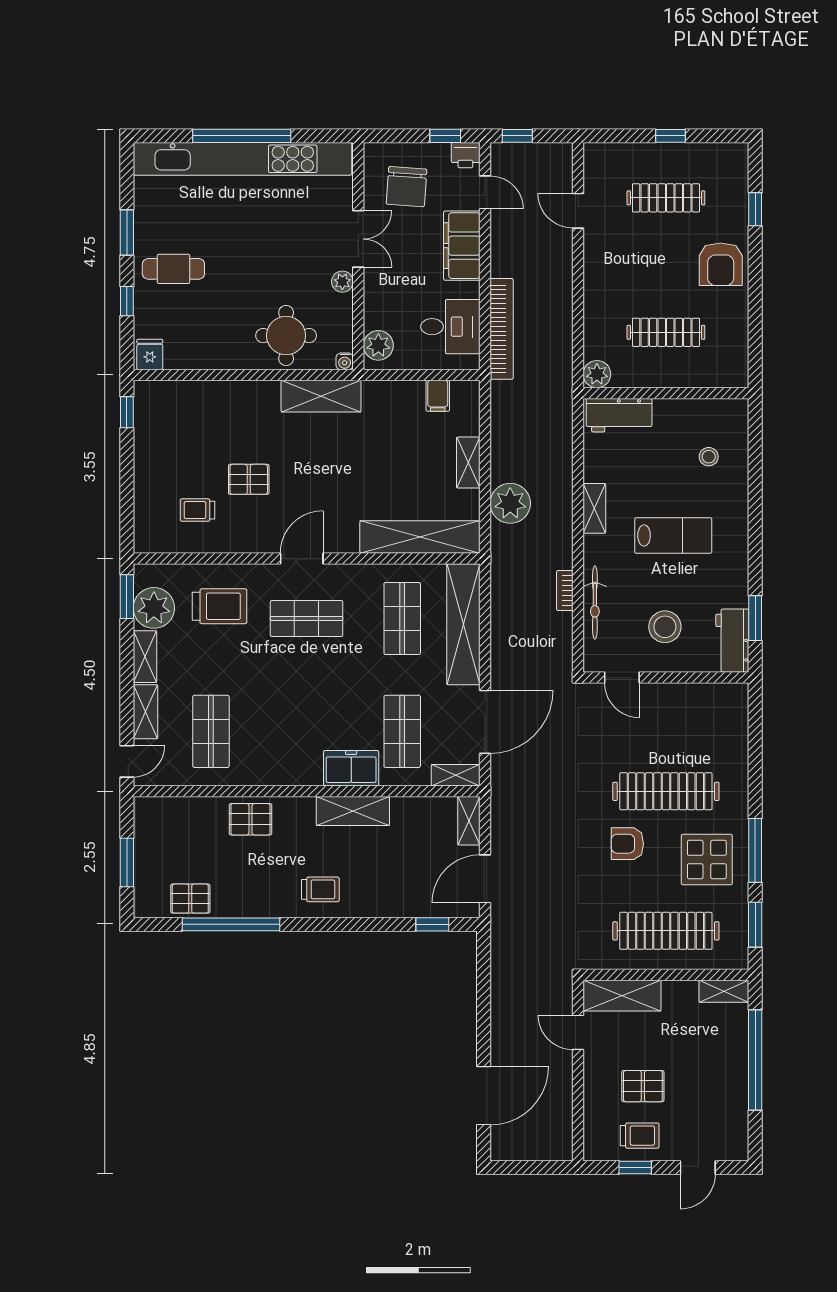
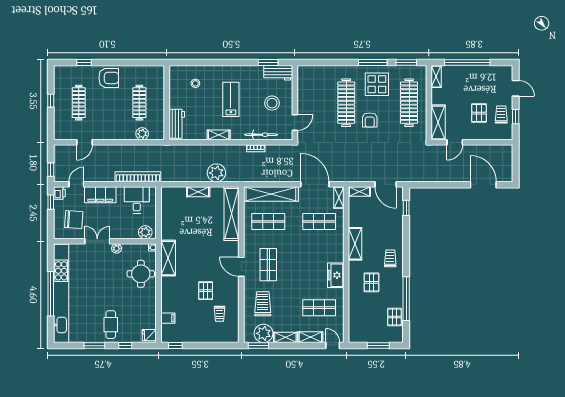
plant: (597, 374) -> (142, 134), moved
filing cabinet: (438, 396) -> (168, 318), moved
freezer: (351, 768) -> (336, 275), moved
pallet: (251, 819) -> (372, 282), moved

